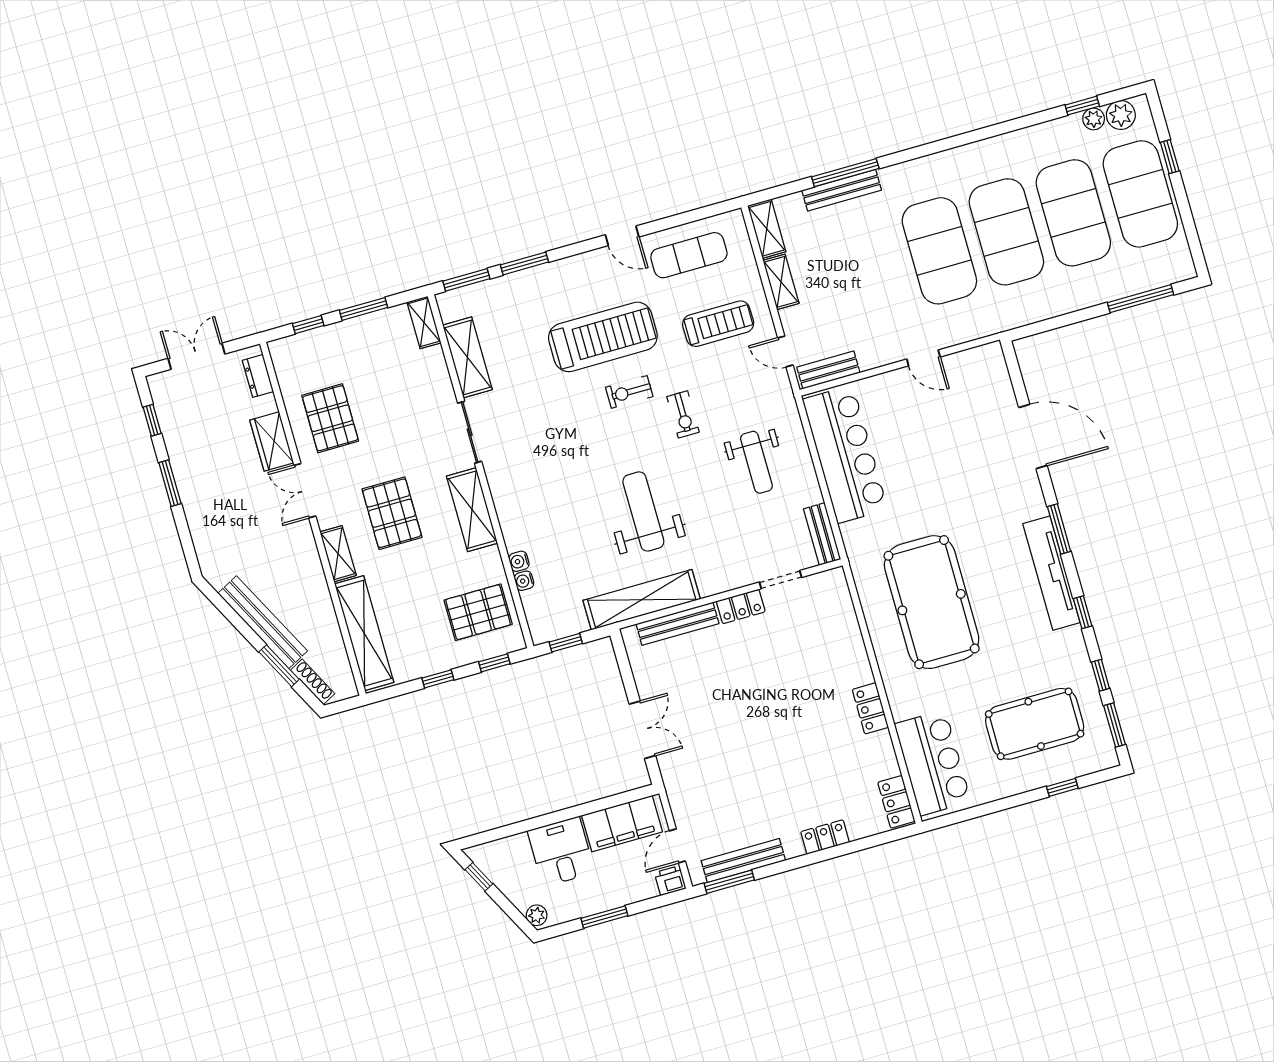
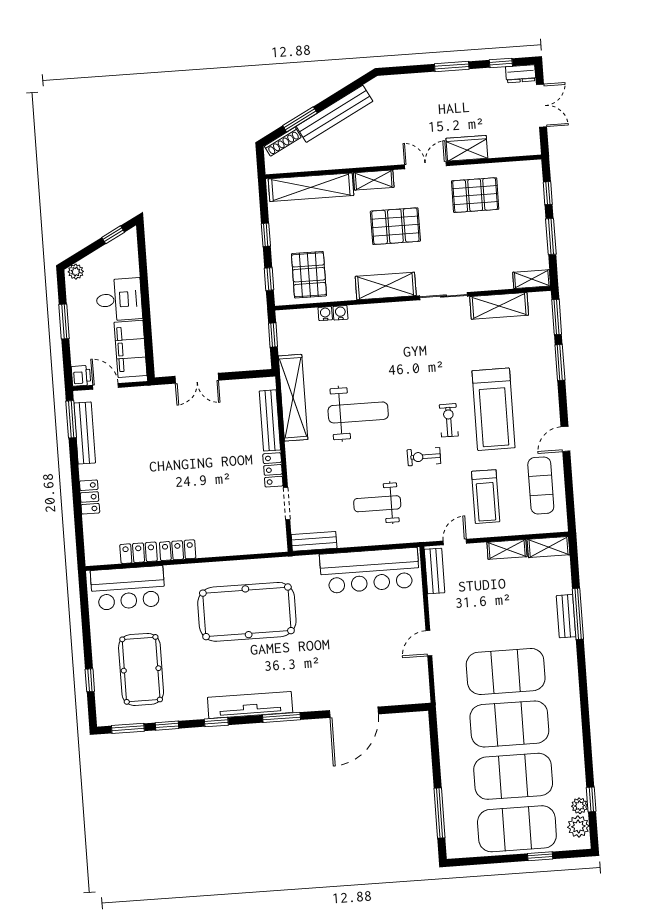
bench: (842, 190) -> (566, 616), width x0.73
dresser: (258, 376) -> (521, 74), moved, turned 180
locker: (896, 802) -> (139, 553), moved

